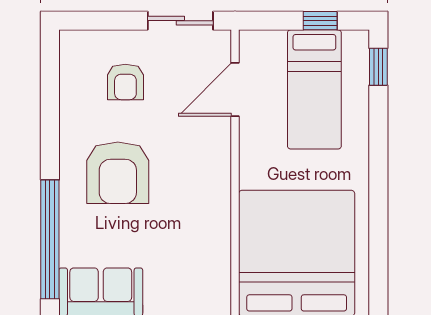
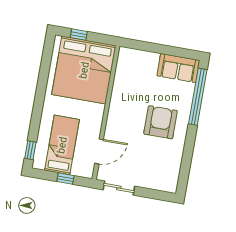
window: (320, 21) -> (65, 179), moved
armchair: (125, 82) -> (150, 164), removed

